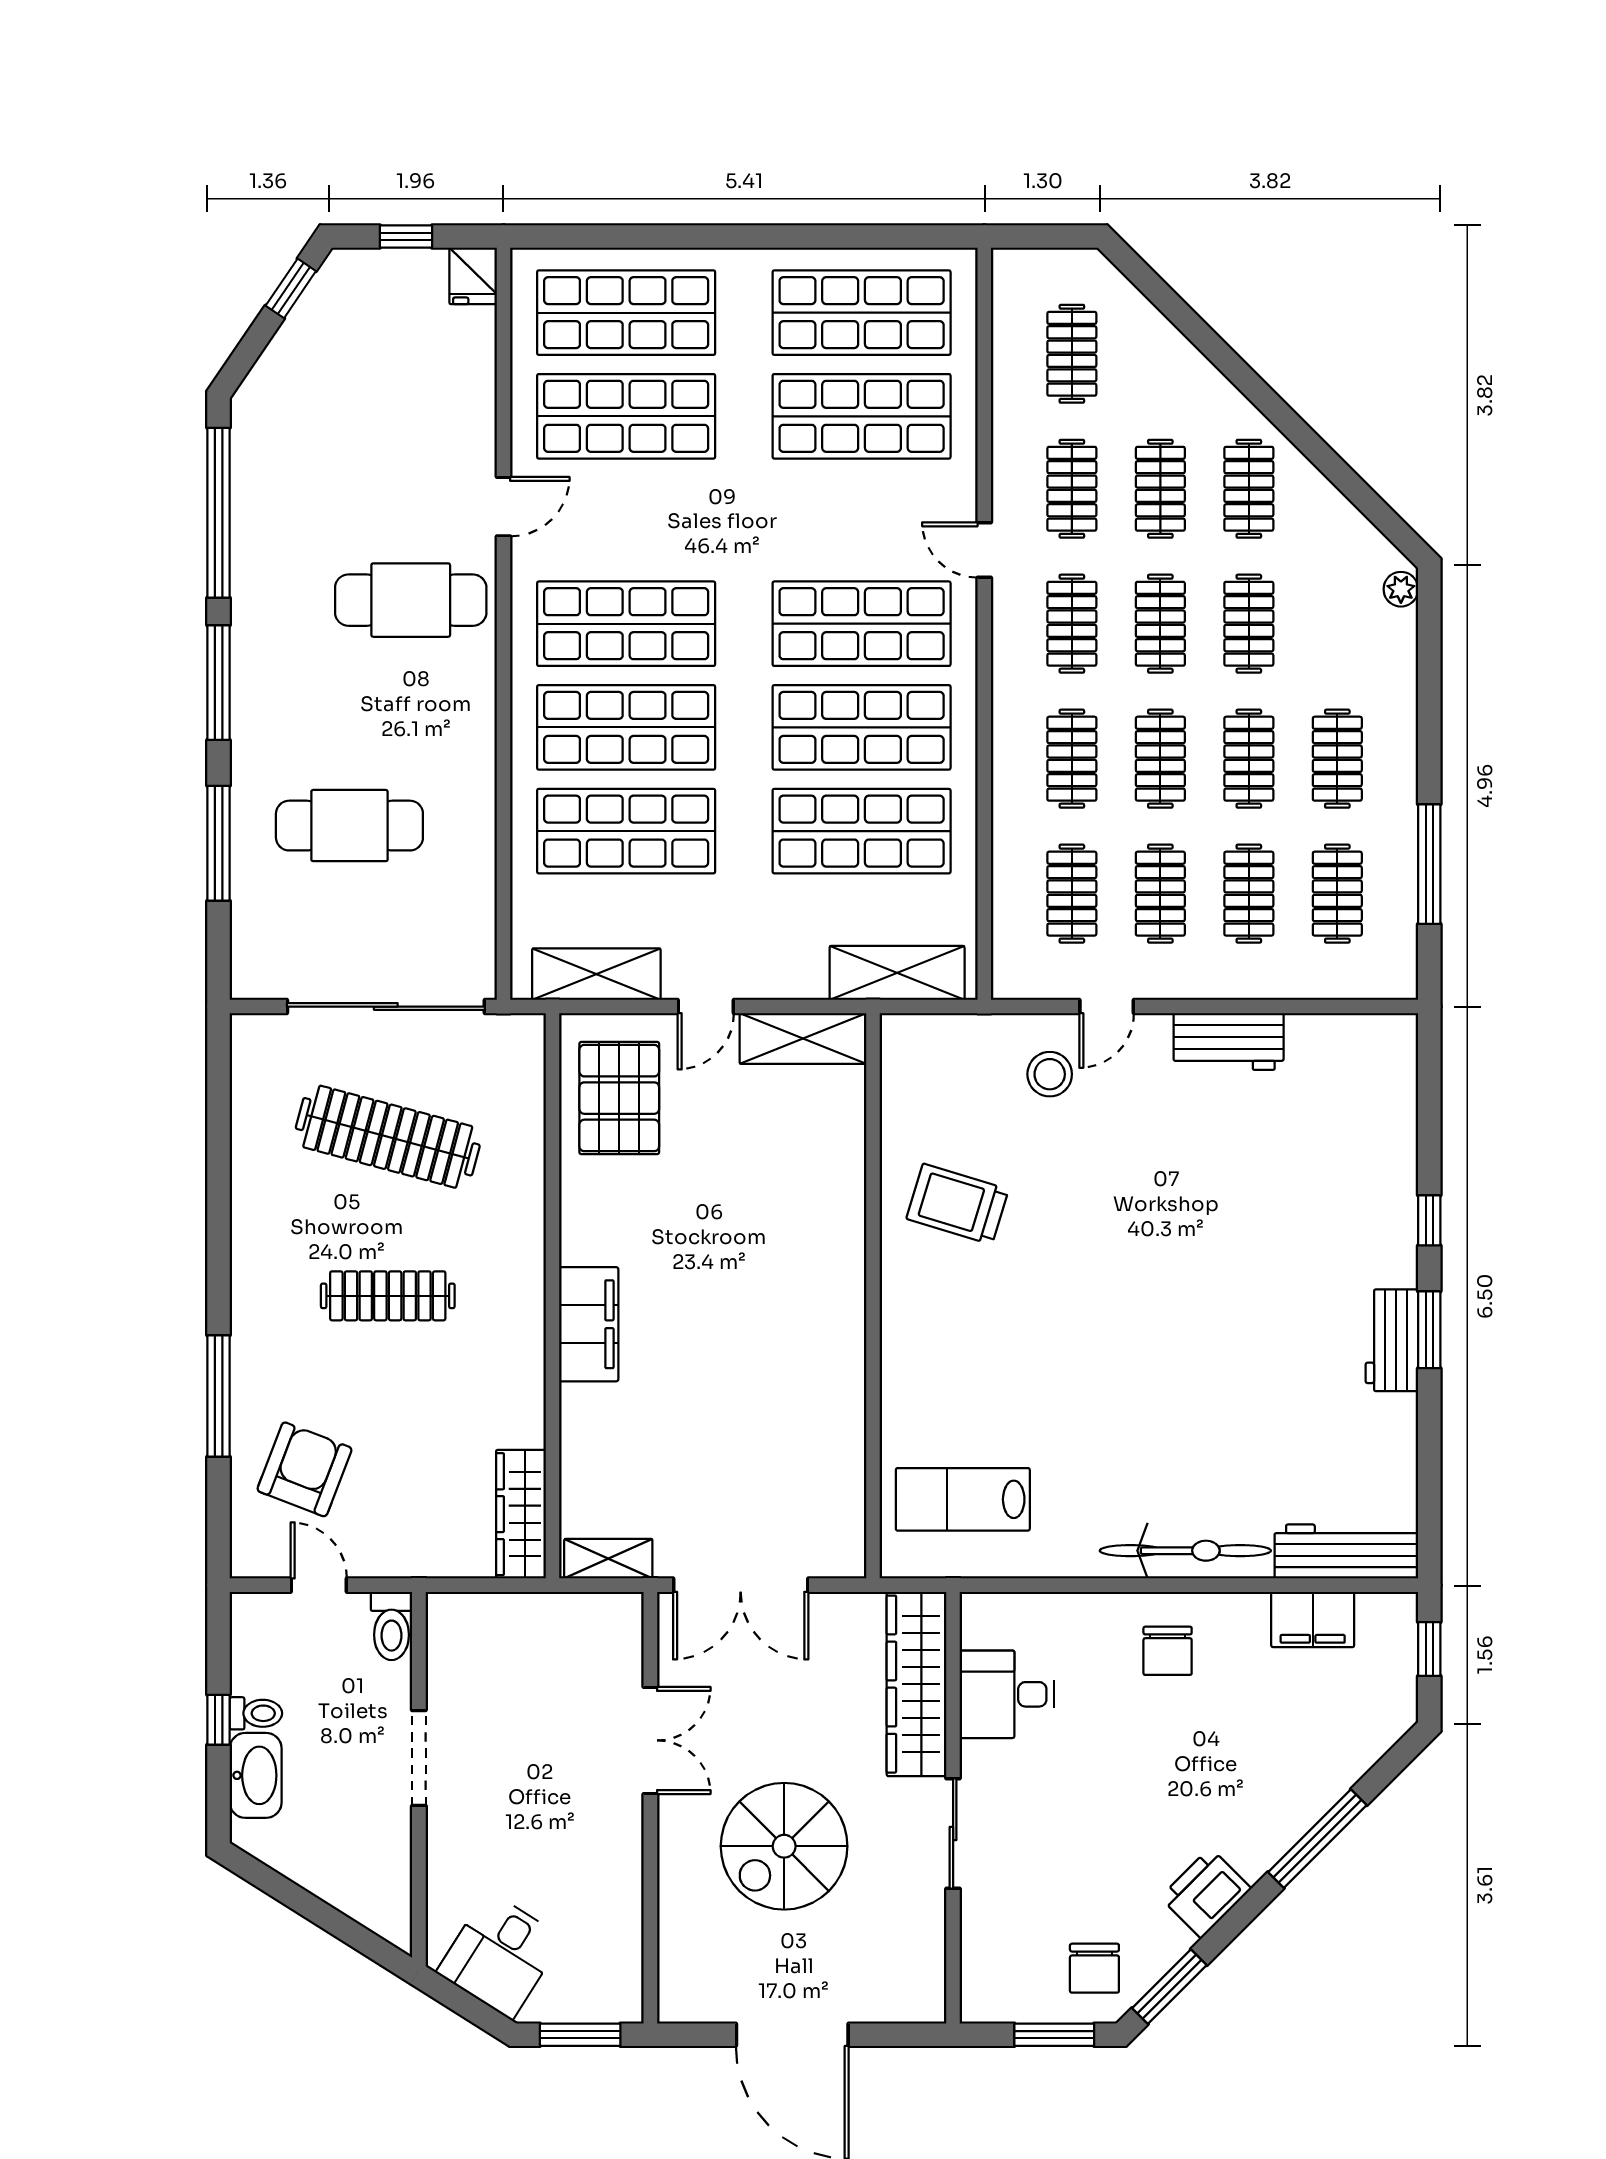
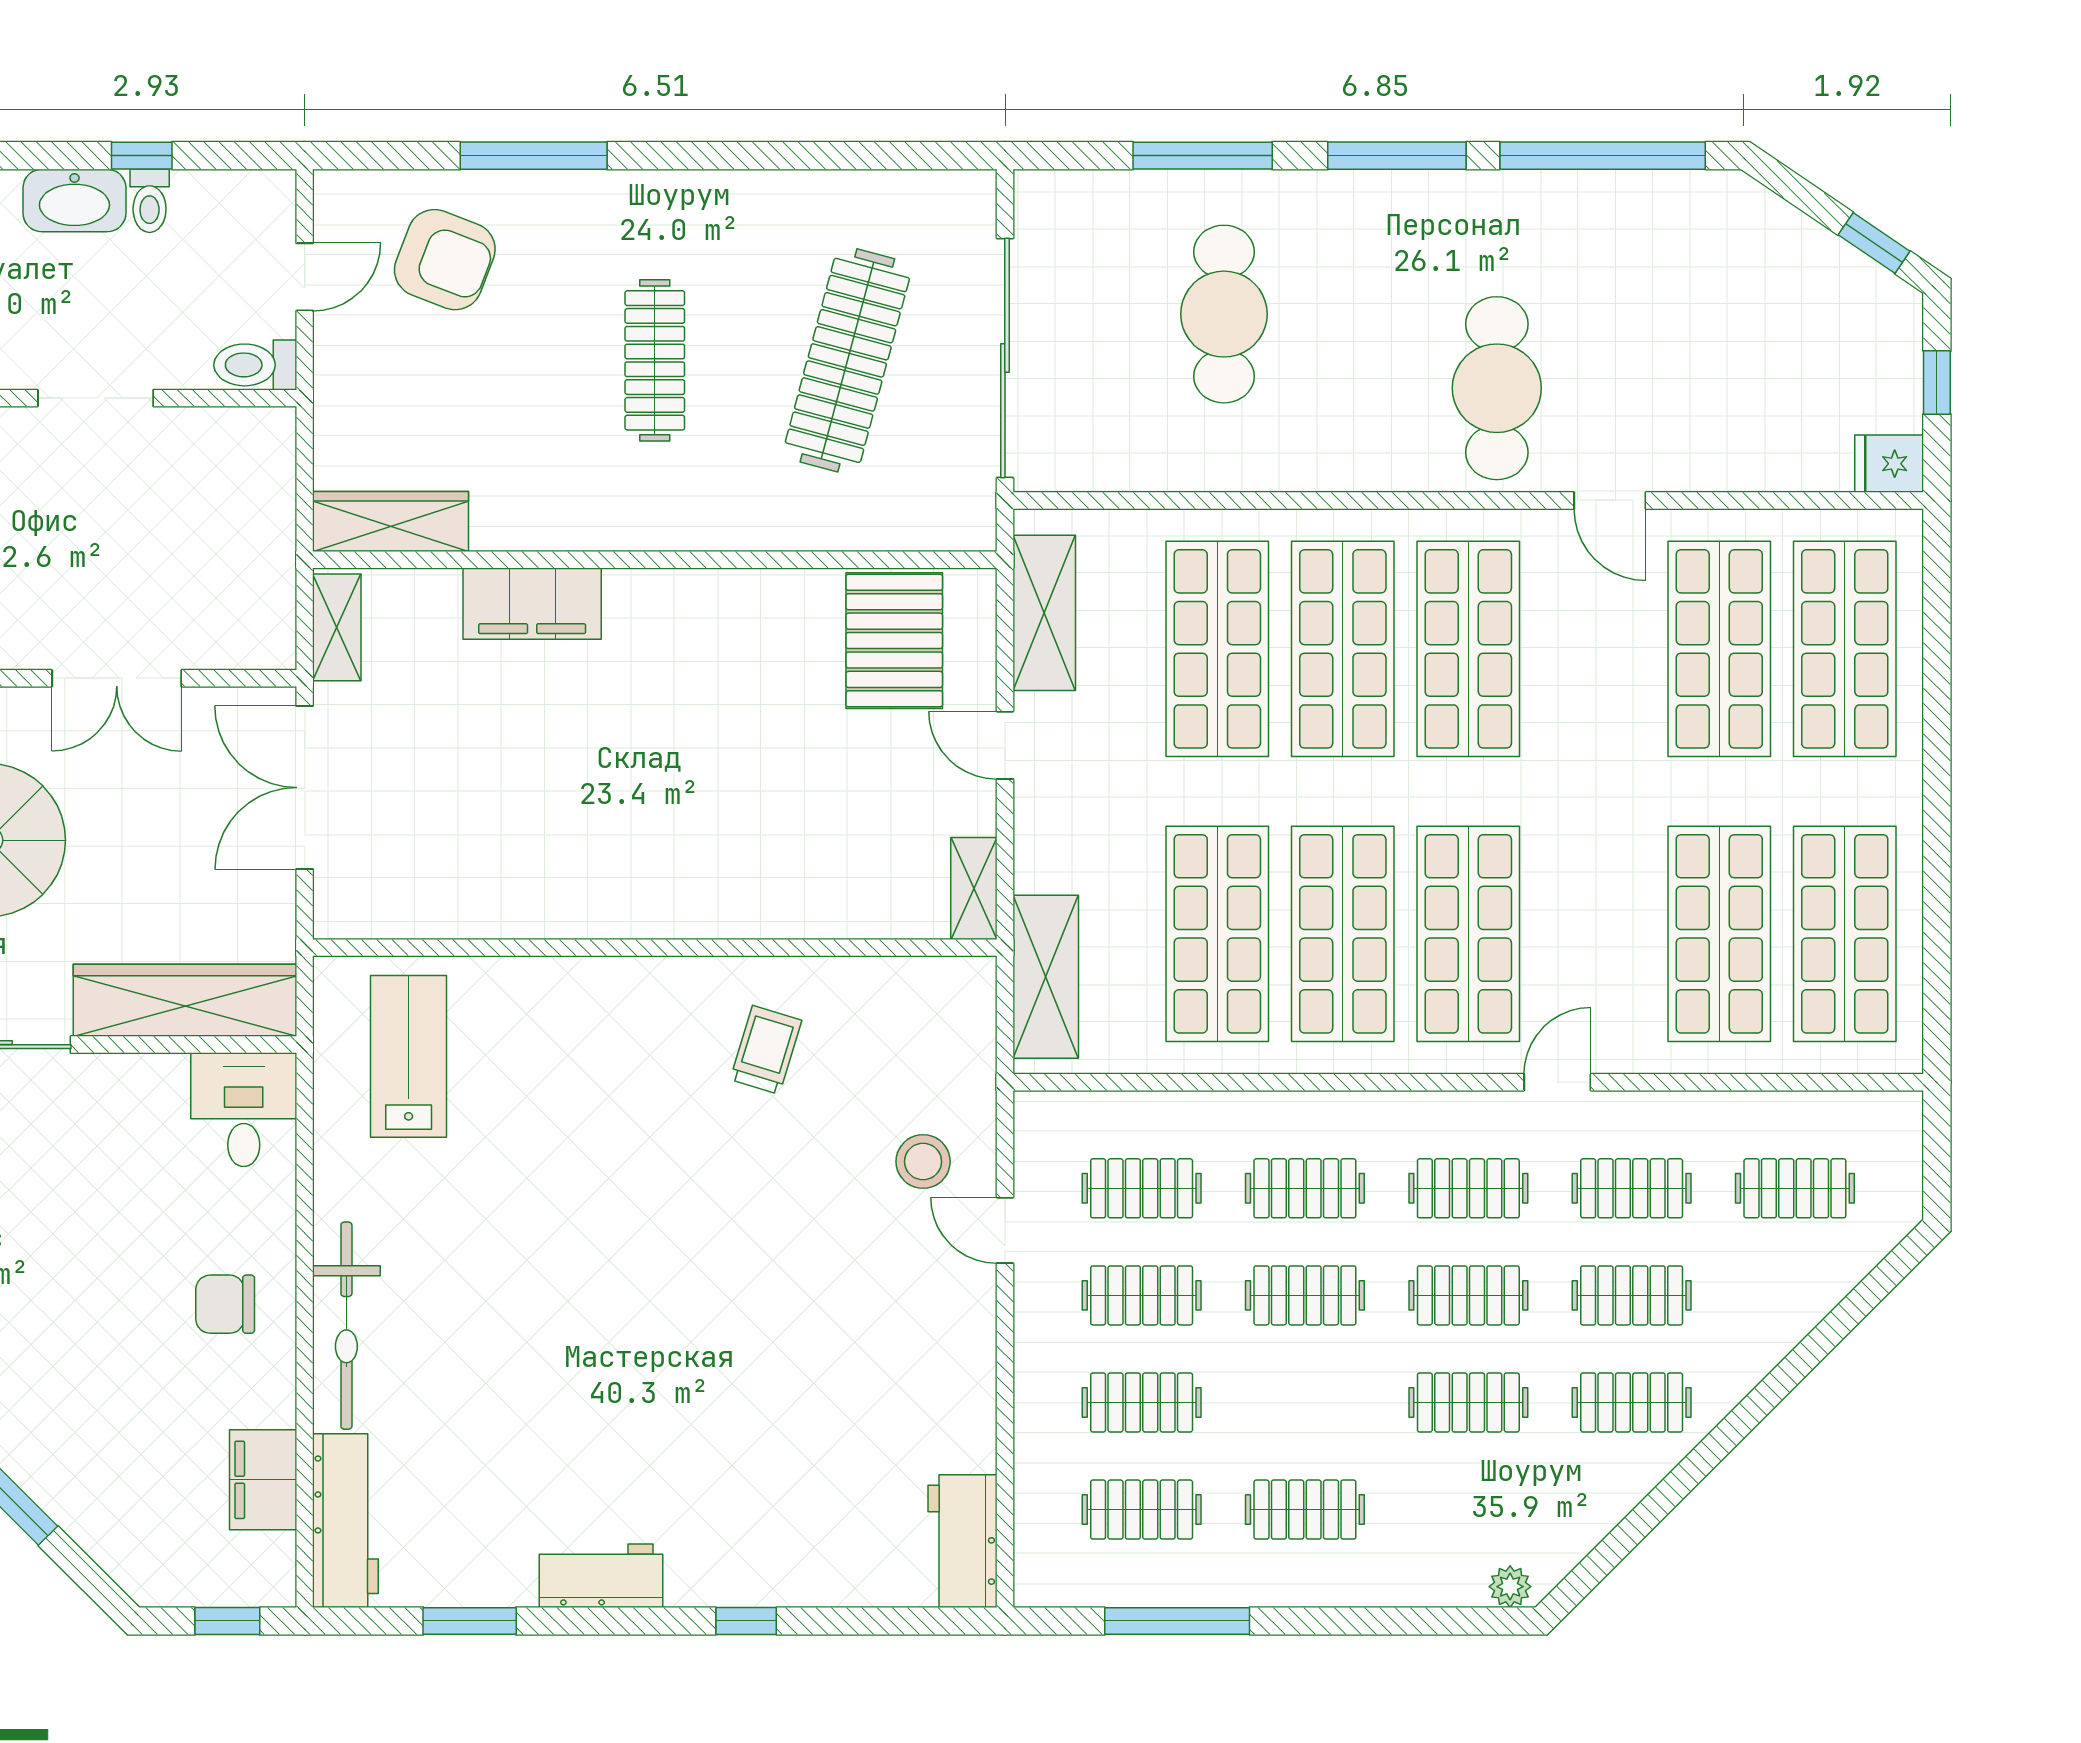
clothes rail: (1249, 759) -> (1305, 1402), removed
shelving: (803, 1039) -> (974, 888), width x0.67, depth x0.75
workbench: (1229, 1042) -> (963, 1541), moved
pallet: (619, 1098) -> (894, 641), turned 90
trolley: (957, 1204) -> (766, 1050), width x0.73, depth x0.72
filing cabinet: (589, 1324) -> (532, 604), moved
window: (1429, 1330) -> (470, 1621), moved
desk: (1007, 1694) -> (244, 1110), moved

